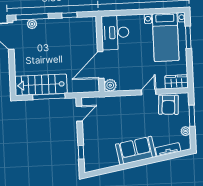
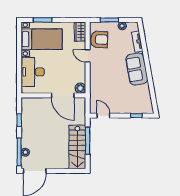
desk: (115, 33) -> (33, 72), moved, turned 90

